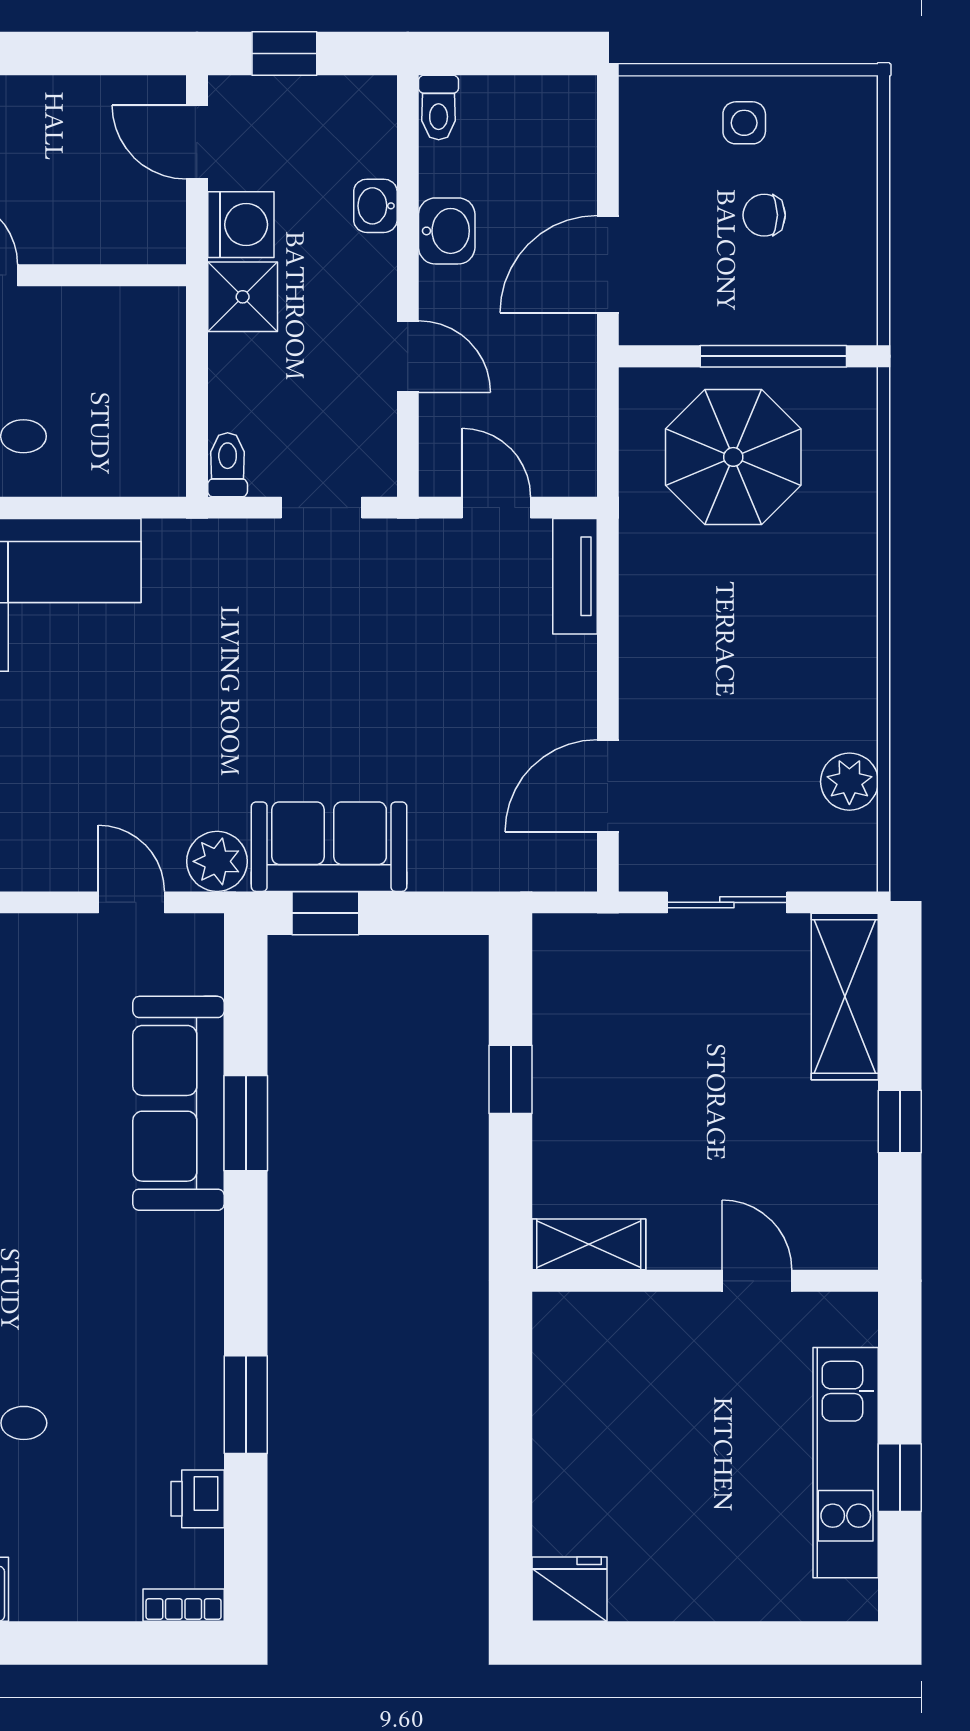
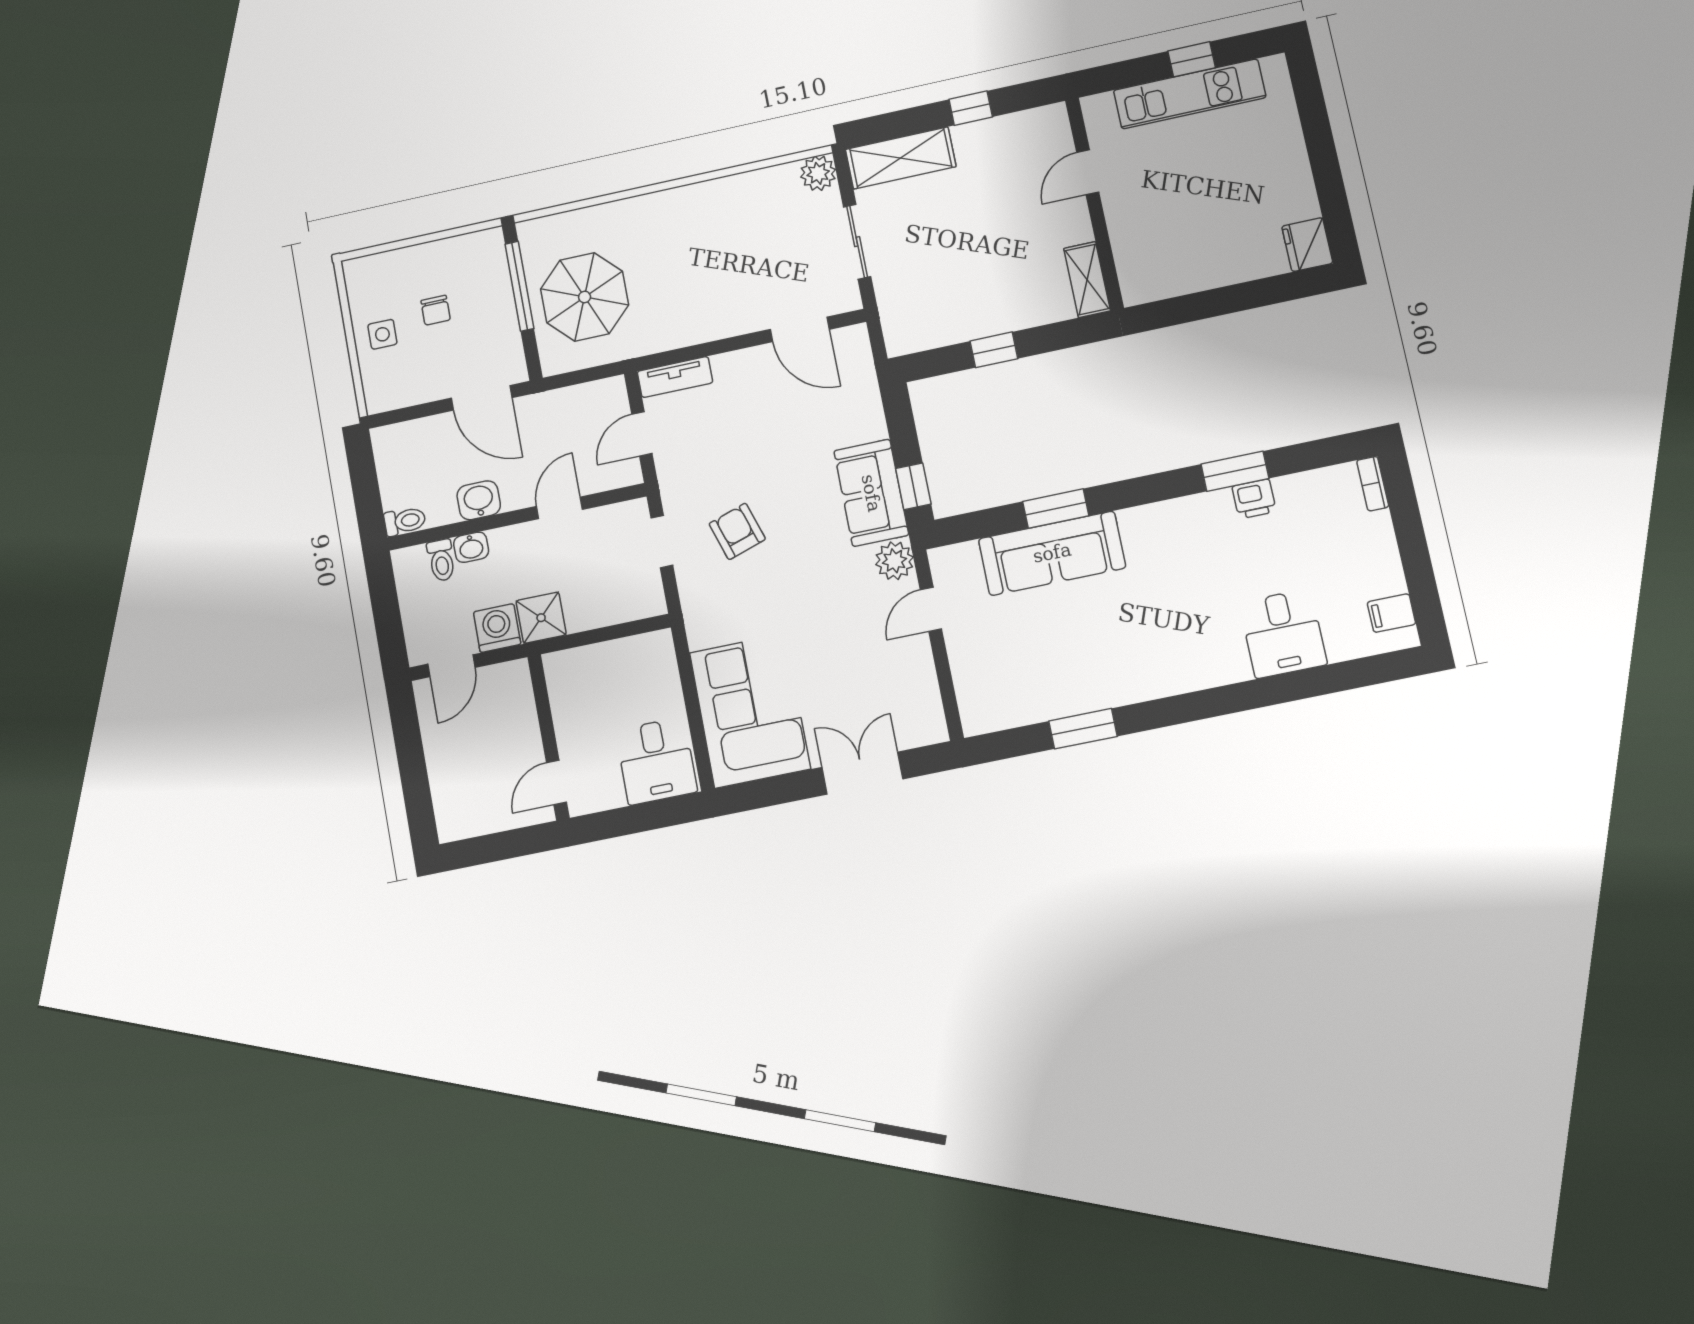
window: (284, 54) -> (388, 623), removed
toilet: (228, 465) -> (441, 560), moved, turned -90
armchair: (313, 628) -> (737, 531), added
plant: (849, 782) -> (818, 173), moved
printer: (198, 1499) -> (1254, 499), moved

